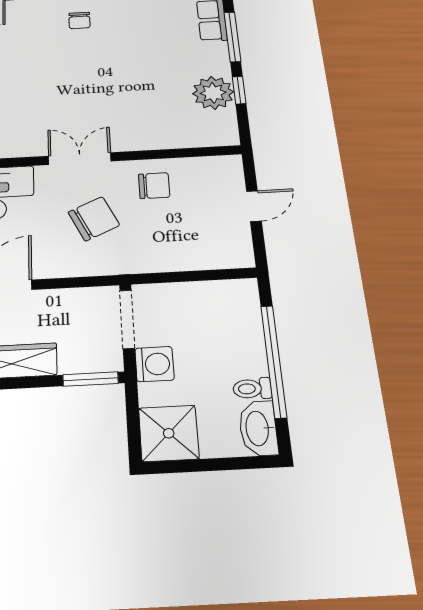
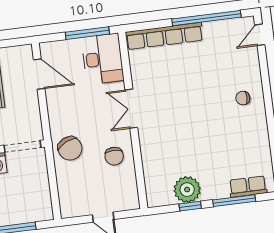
double door: (80, 159) -> (131, 109), swing flipped
chair: (94, 219) -> (70, 148), moved

